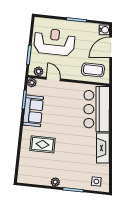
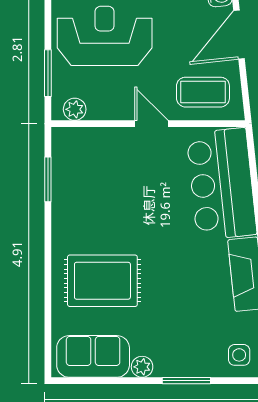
door: (53, 79) -> (151, 124), moved
plant: (32, 83) -> (62, 138), removed
sofa: (33, 111) -> (93, 356), moved, turned -90
rug: (42, 144) -> (102, 281), width x1.36, depth x1.43

